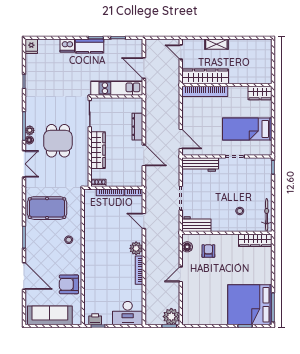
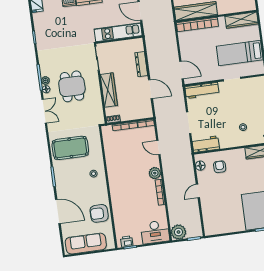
wardrobe: (260, 93) -> (242, 20), width x1.50
plant: (171, 317) -> (178, 232), moved

